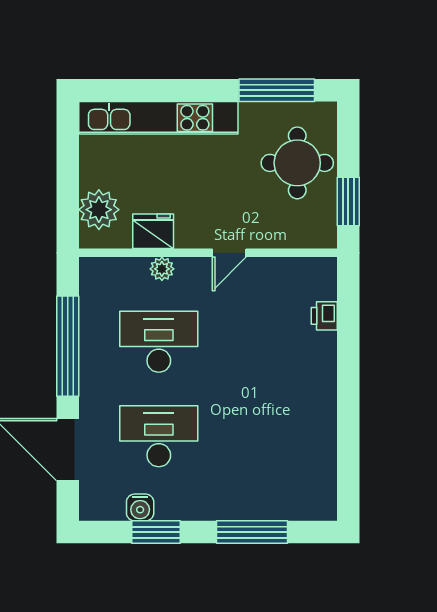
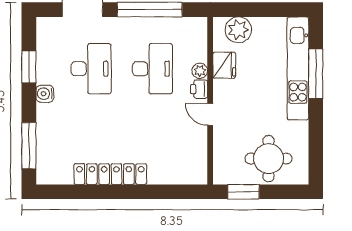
window: (277, 90) -> (316, 74), moved
printer: (324, 316) -> (199, 89), moved, turned -90
locker: (321, 407) -> (110, 174), added
water cooler: (140, 507) -> (45, 94), moved
window: (252, 532) -> (29, 146), moved

